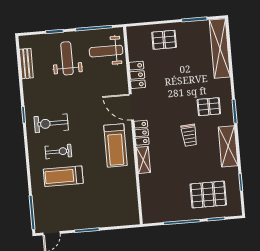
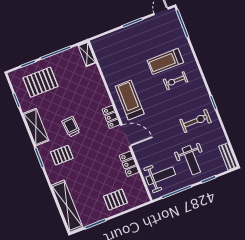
bench: (26, 64) -> (228, 156), moved
exercise bike: (51, 123) -> (195, 121), moved
shelving: (143, 160) -> (87, 54), moved
treadmill: (63, 176) -> (165, 61), turned 180

